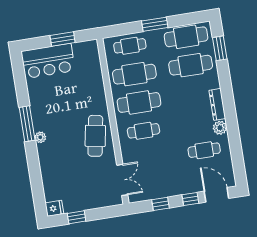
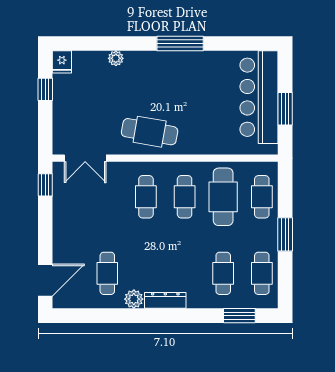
cafe table: (186, 37) -> (262, 273), width x0.73, depth x0.74
bar counter: (48, 61) -> (259, 97), width x1.36
cafe table: (191, 65) -> (223, 273), width x0.73, depth x0.74
cafe table: (139, 102) -> (185, 197), width x0.73, depth x0.74
plant: (40, 137) -> (116, 58), moved
window: (190, 199) -> (45, 245), removed
window: (160, 204) -> (45, 185), moved

